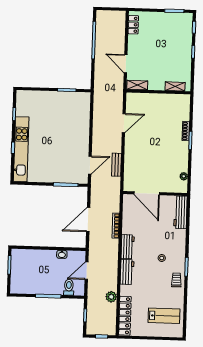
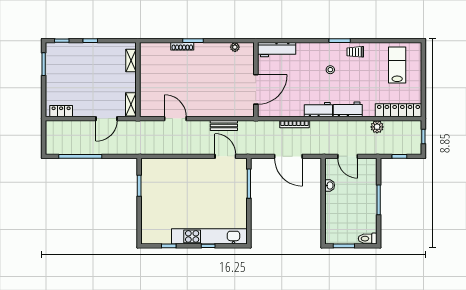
toilet: (69, 287) -> (368, 239), moved

